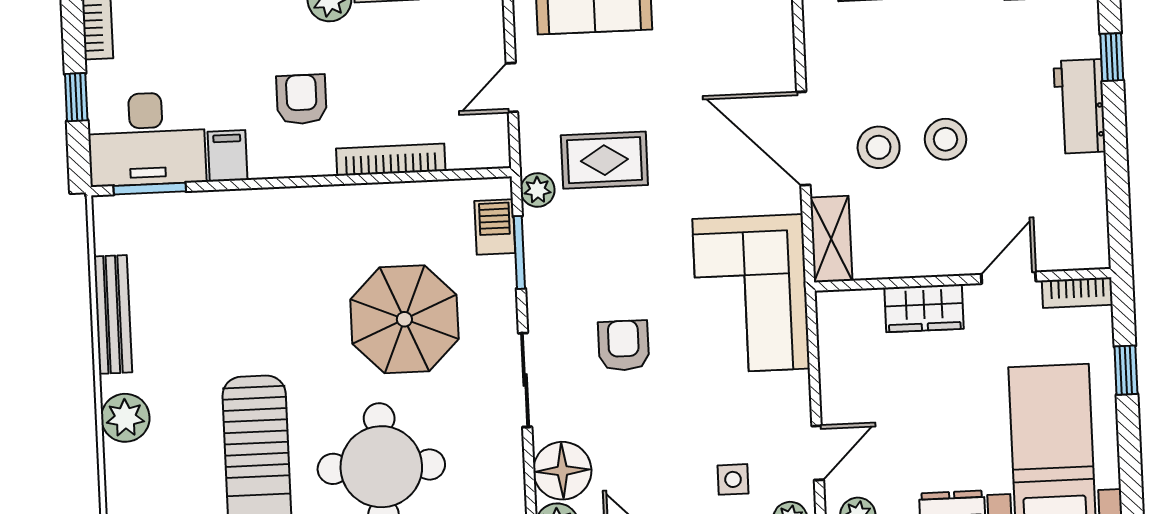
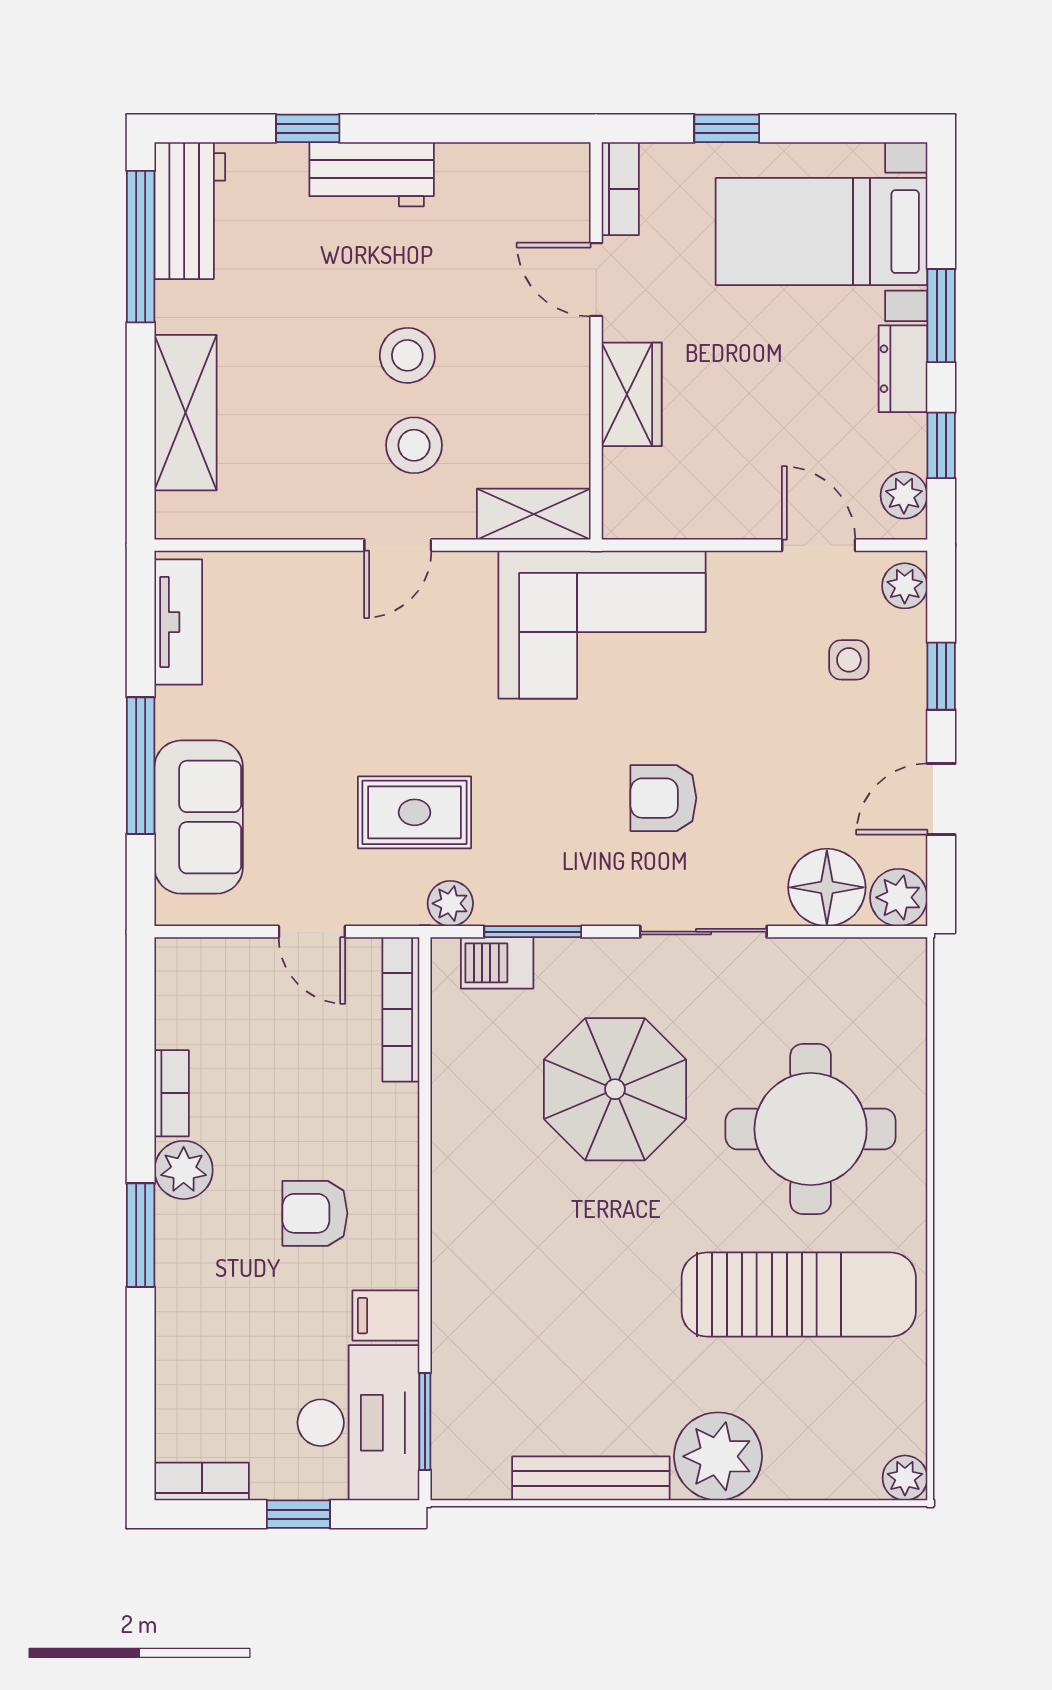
door: (803, 139) -> (398, 545), width x0.53
bookcase: (391, 160) -> (401, 1009), moved
rug: (604, 160) -> (415, 812), turned 90
plant: (125, 418) -> (718, 1456), width x1.36, depth x1.36

